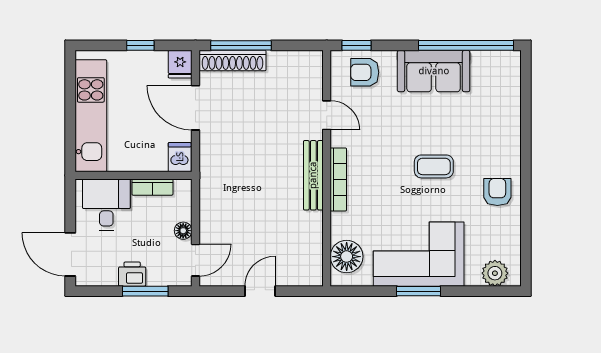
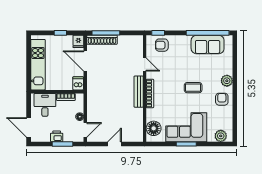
sofa: (434, 71) -> (208, 44), moved
plant: (508, 151) -> (227, 81), added

